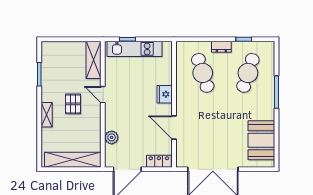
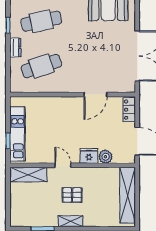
cafe table: (248, 73) -> (41, 21), turned -30
fridge: (165, 94) -> (89, 156), moved, turned 180
door: (103, 95) -> (63, 165), swing flipped
shelving: (47, 115) -> (71, 221), moved

